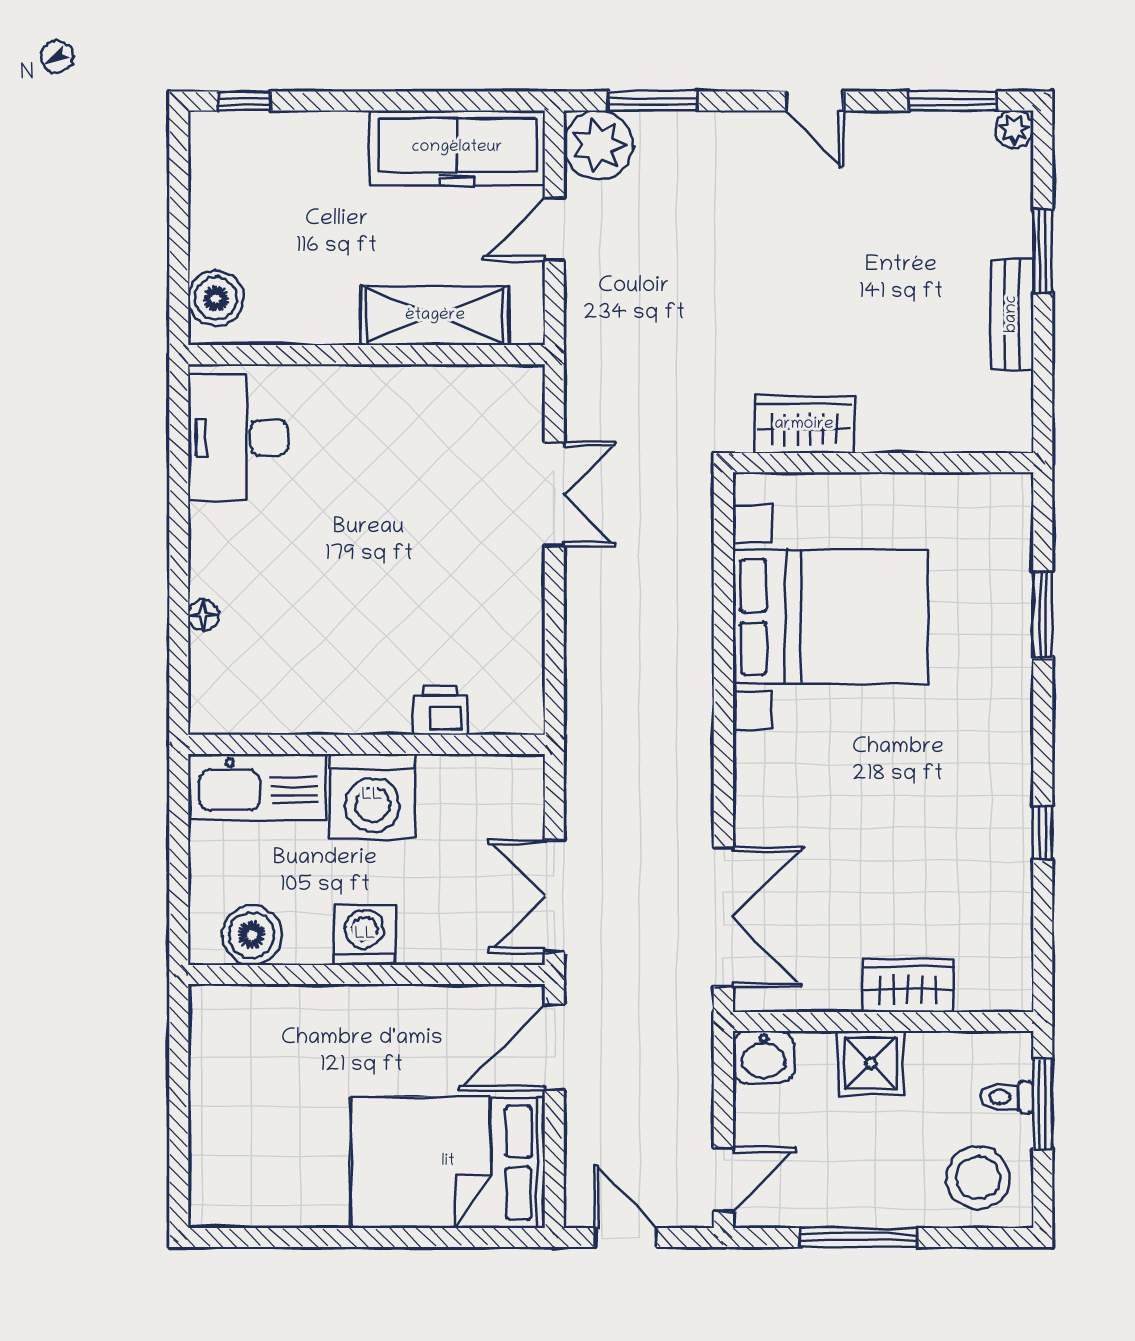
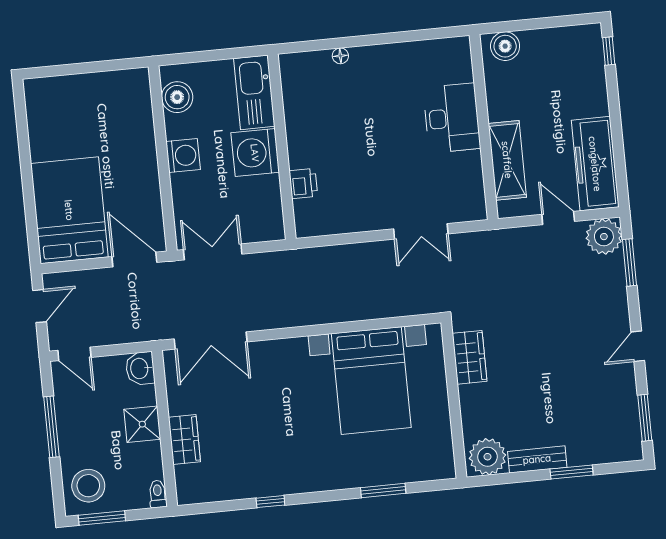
plant: (1014, 129) -> (488, 457), moved, width x1.87, depth x1.87
desk: (238, 438) -> (452, 118), moved, turned 90
toilet: (1007, 1097) -> (158, 494), moved
window: (1043, 1104) -> (102, 518), moved

